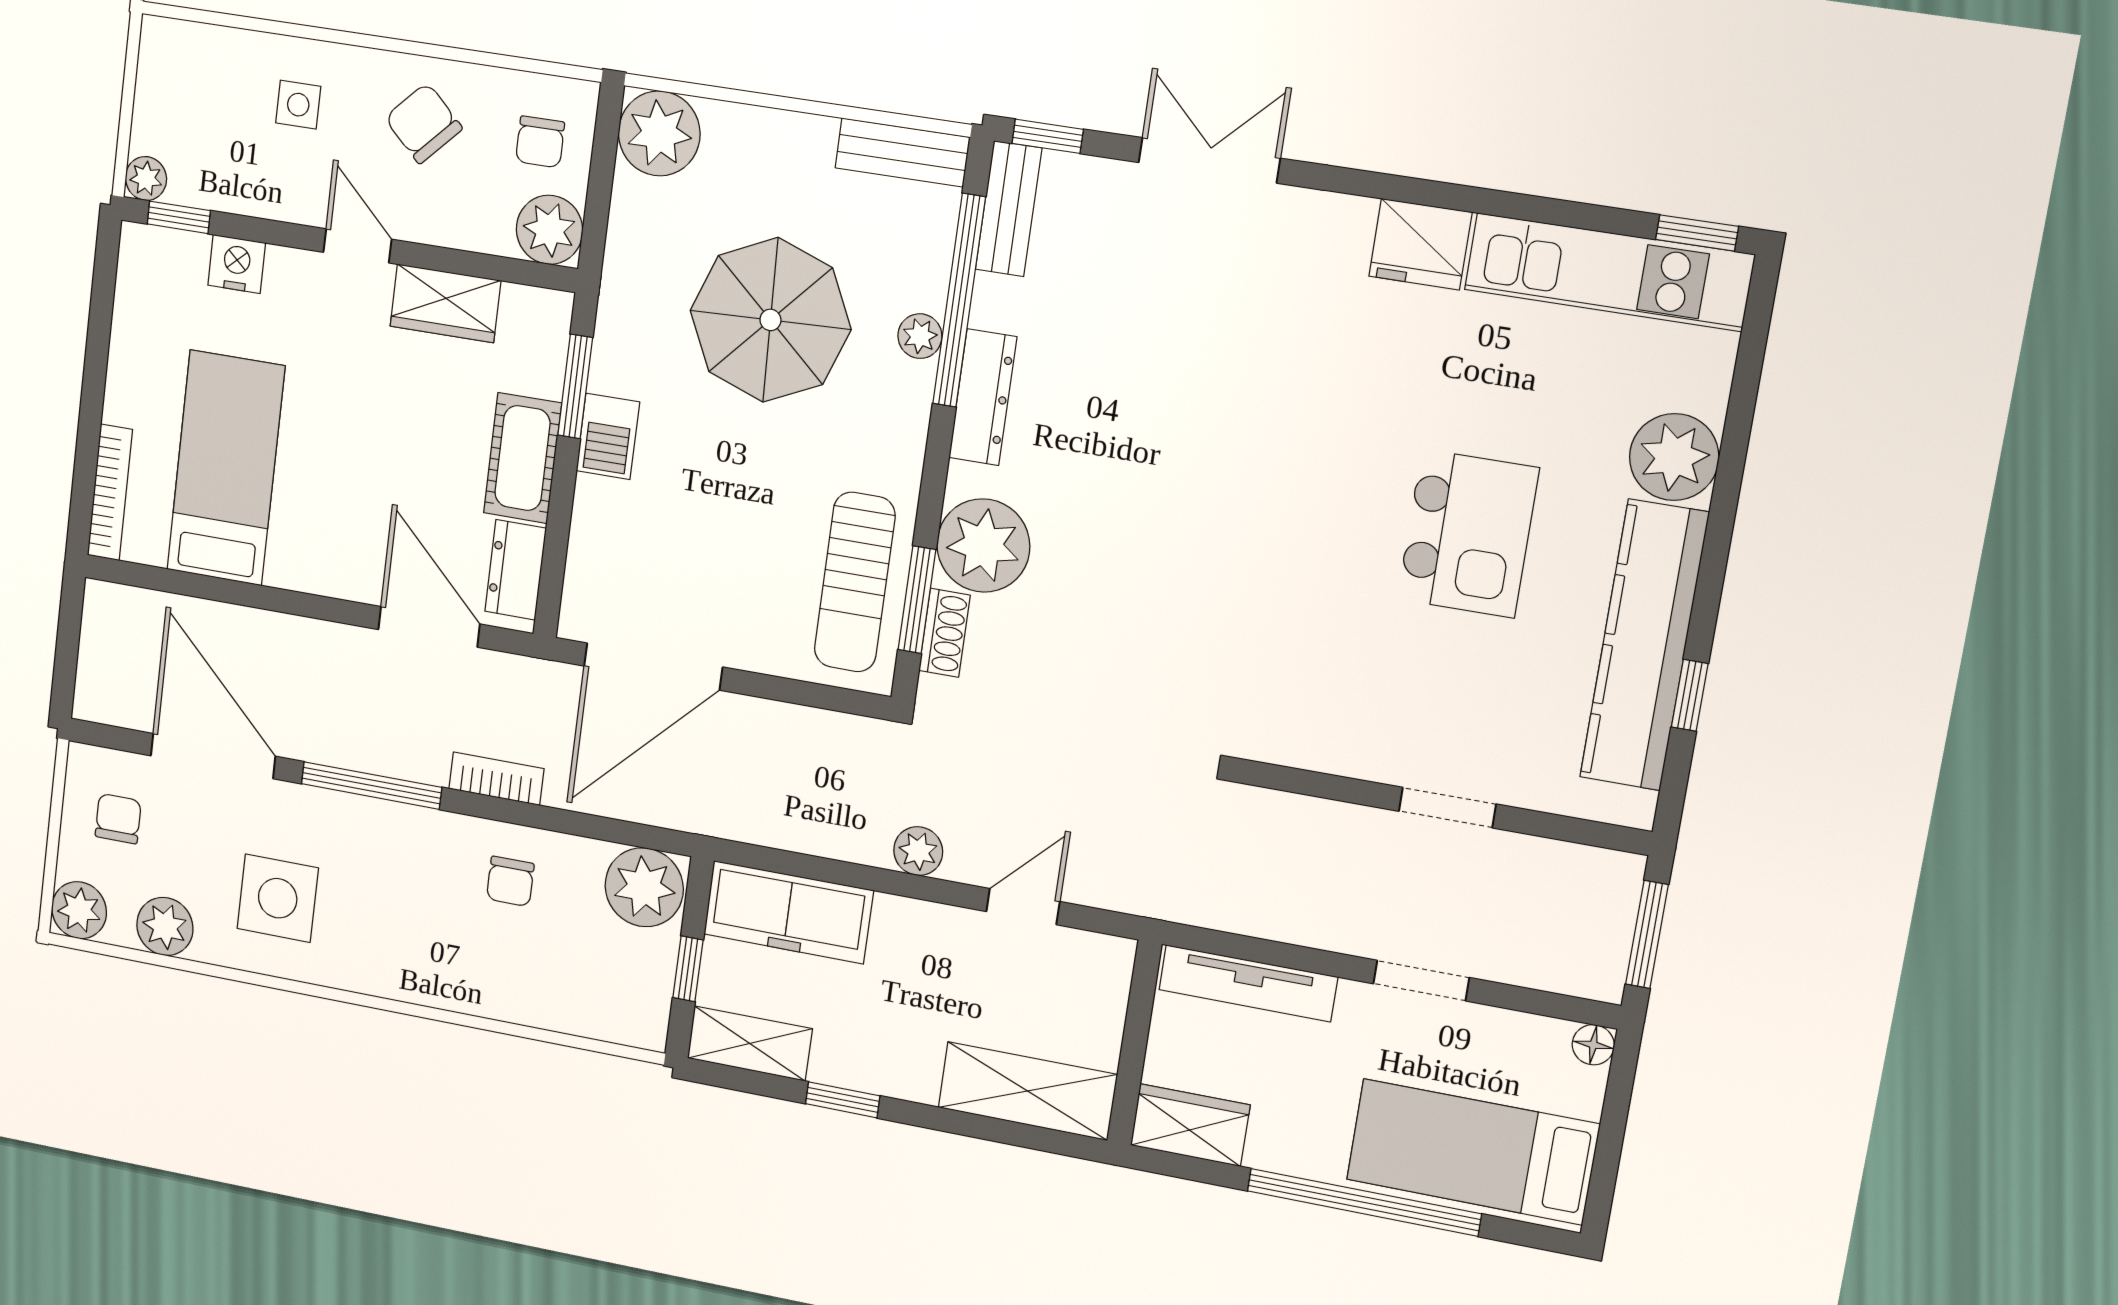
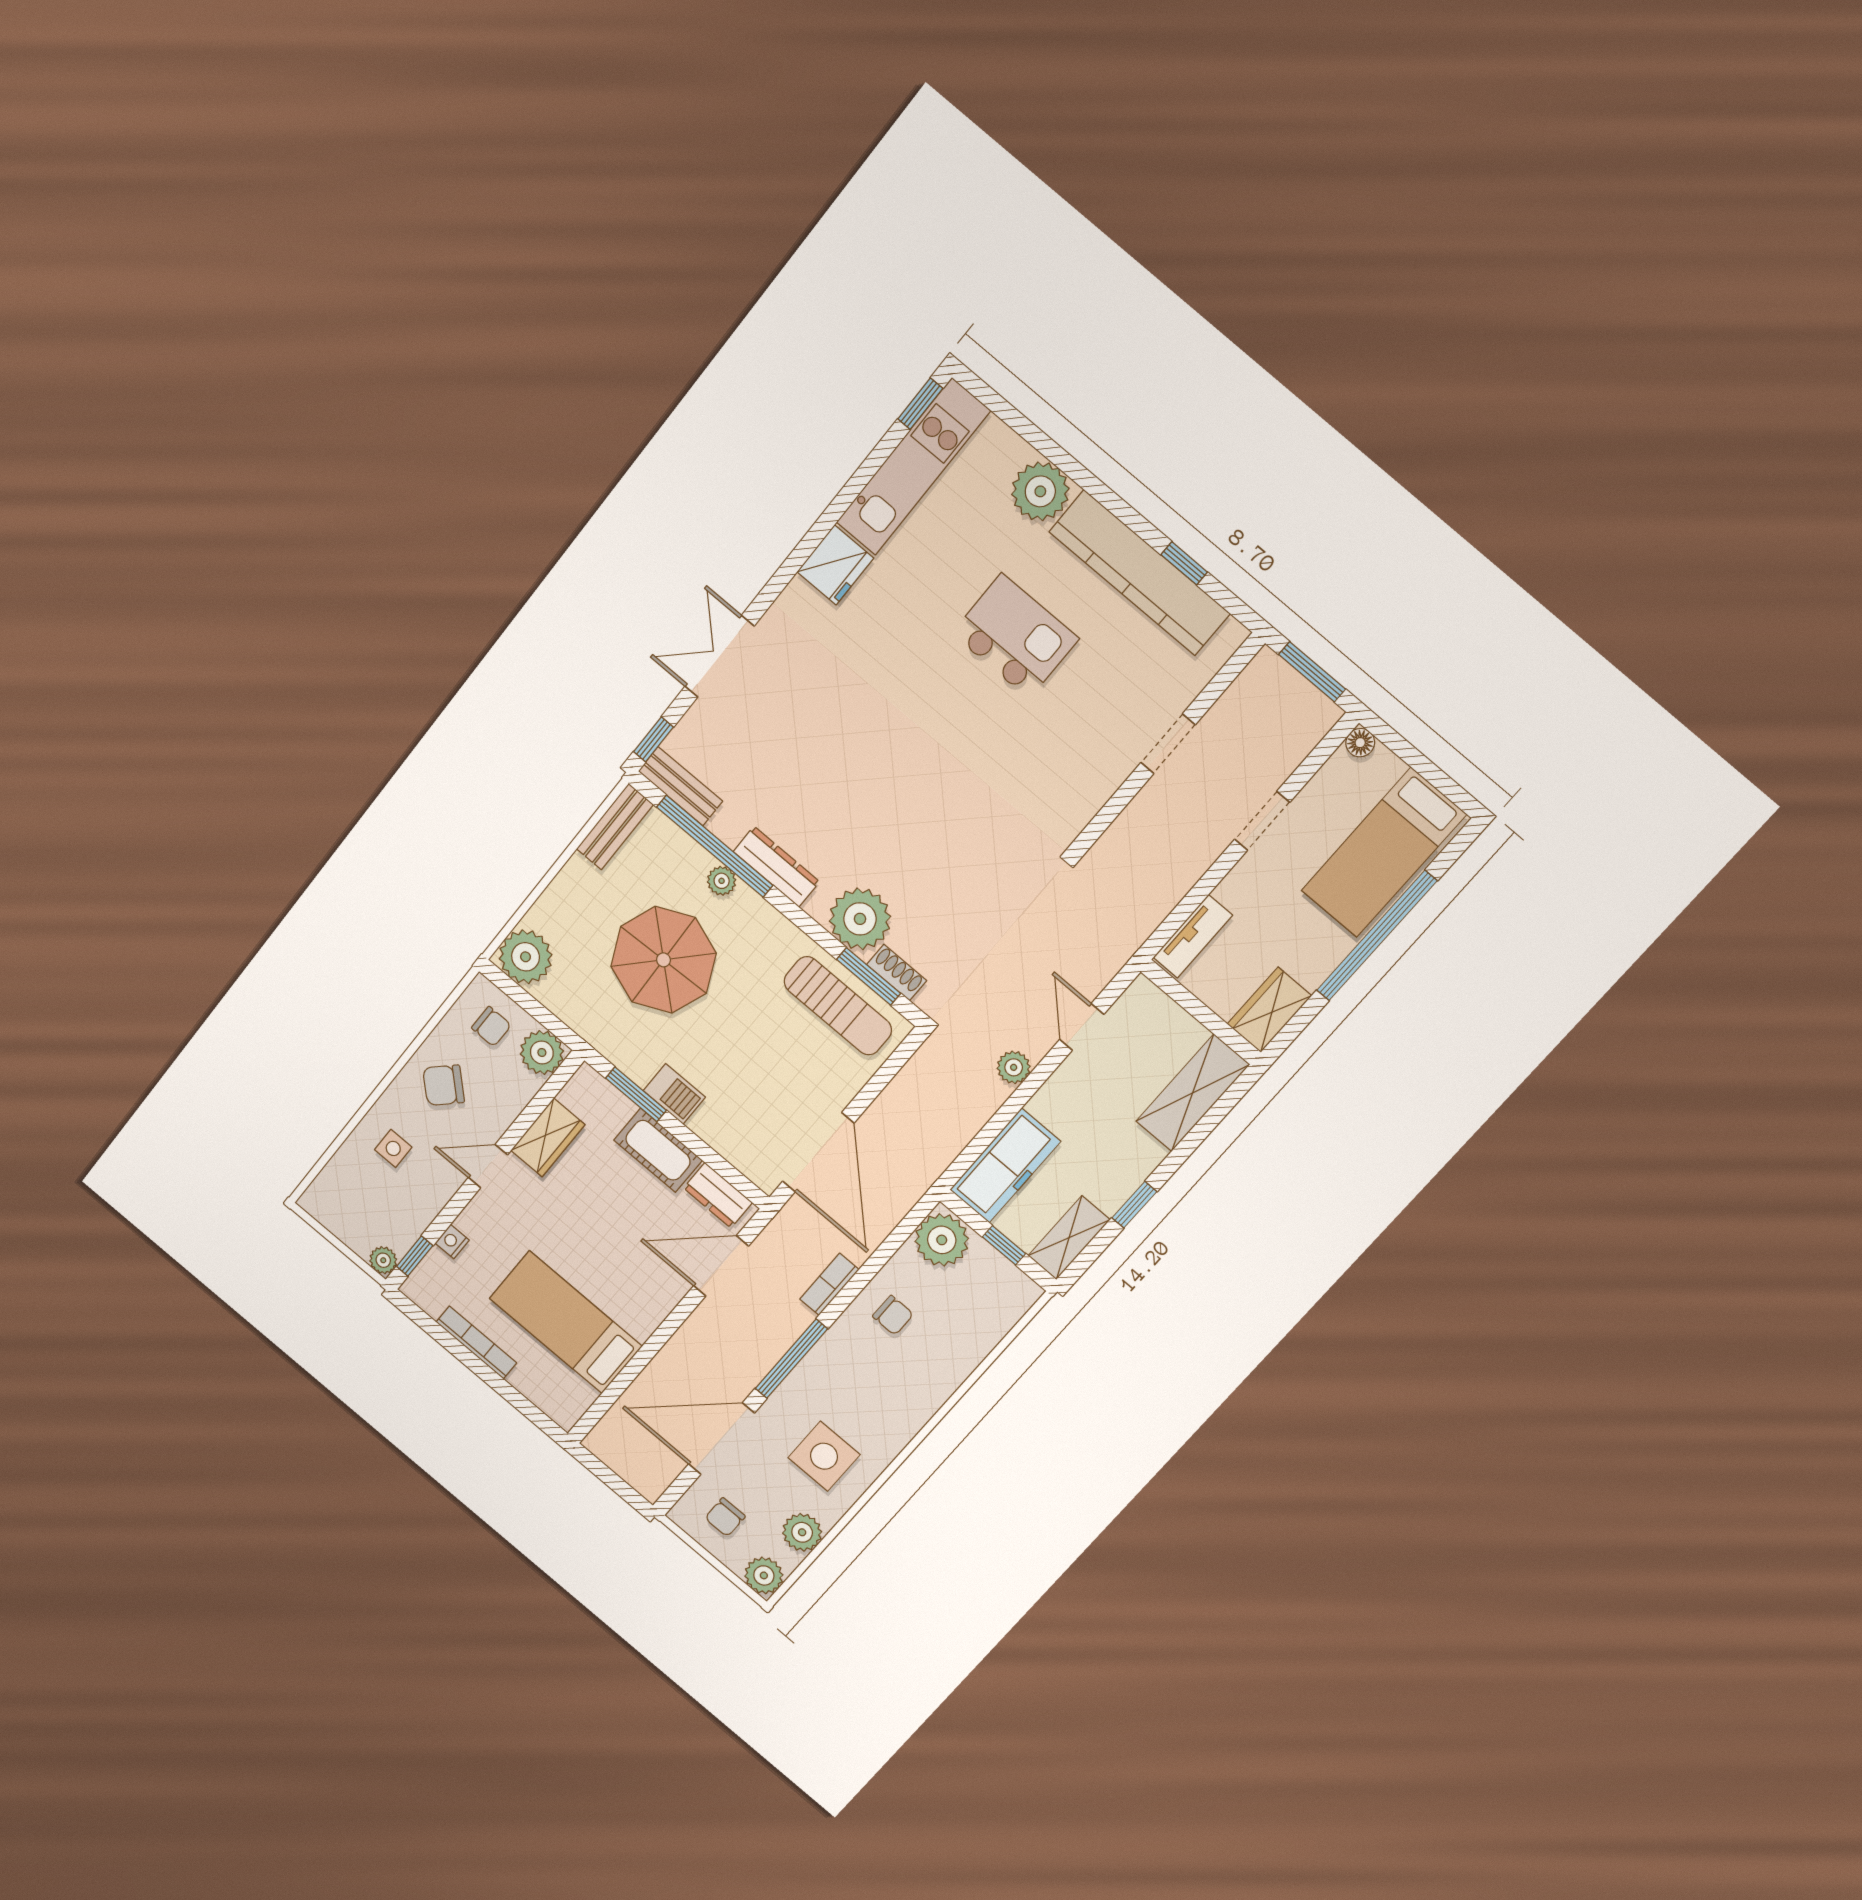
nightstand: (237, 264) -> (452, 1242), width x0.72, depth x0.74
bookcase: (110, 492) -> (476, 1342), moved
chair: (118, 819) -> (725, 1517), turned -90
tv unit: (1248, 983) -> (1193, 936), width x0.71

